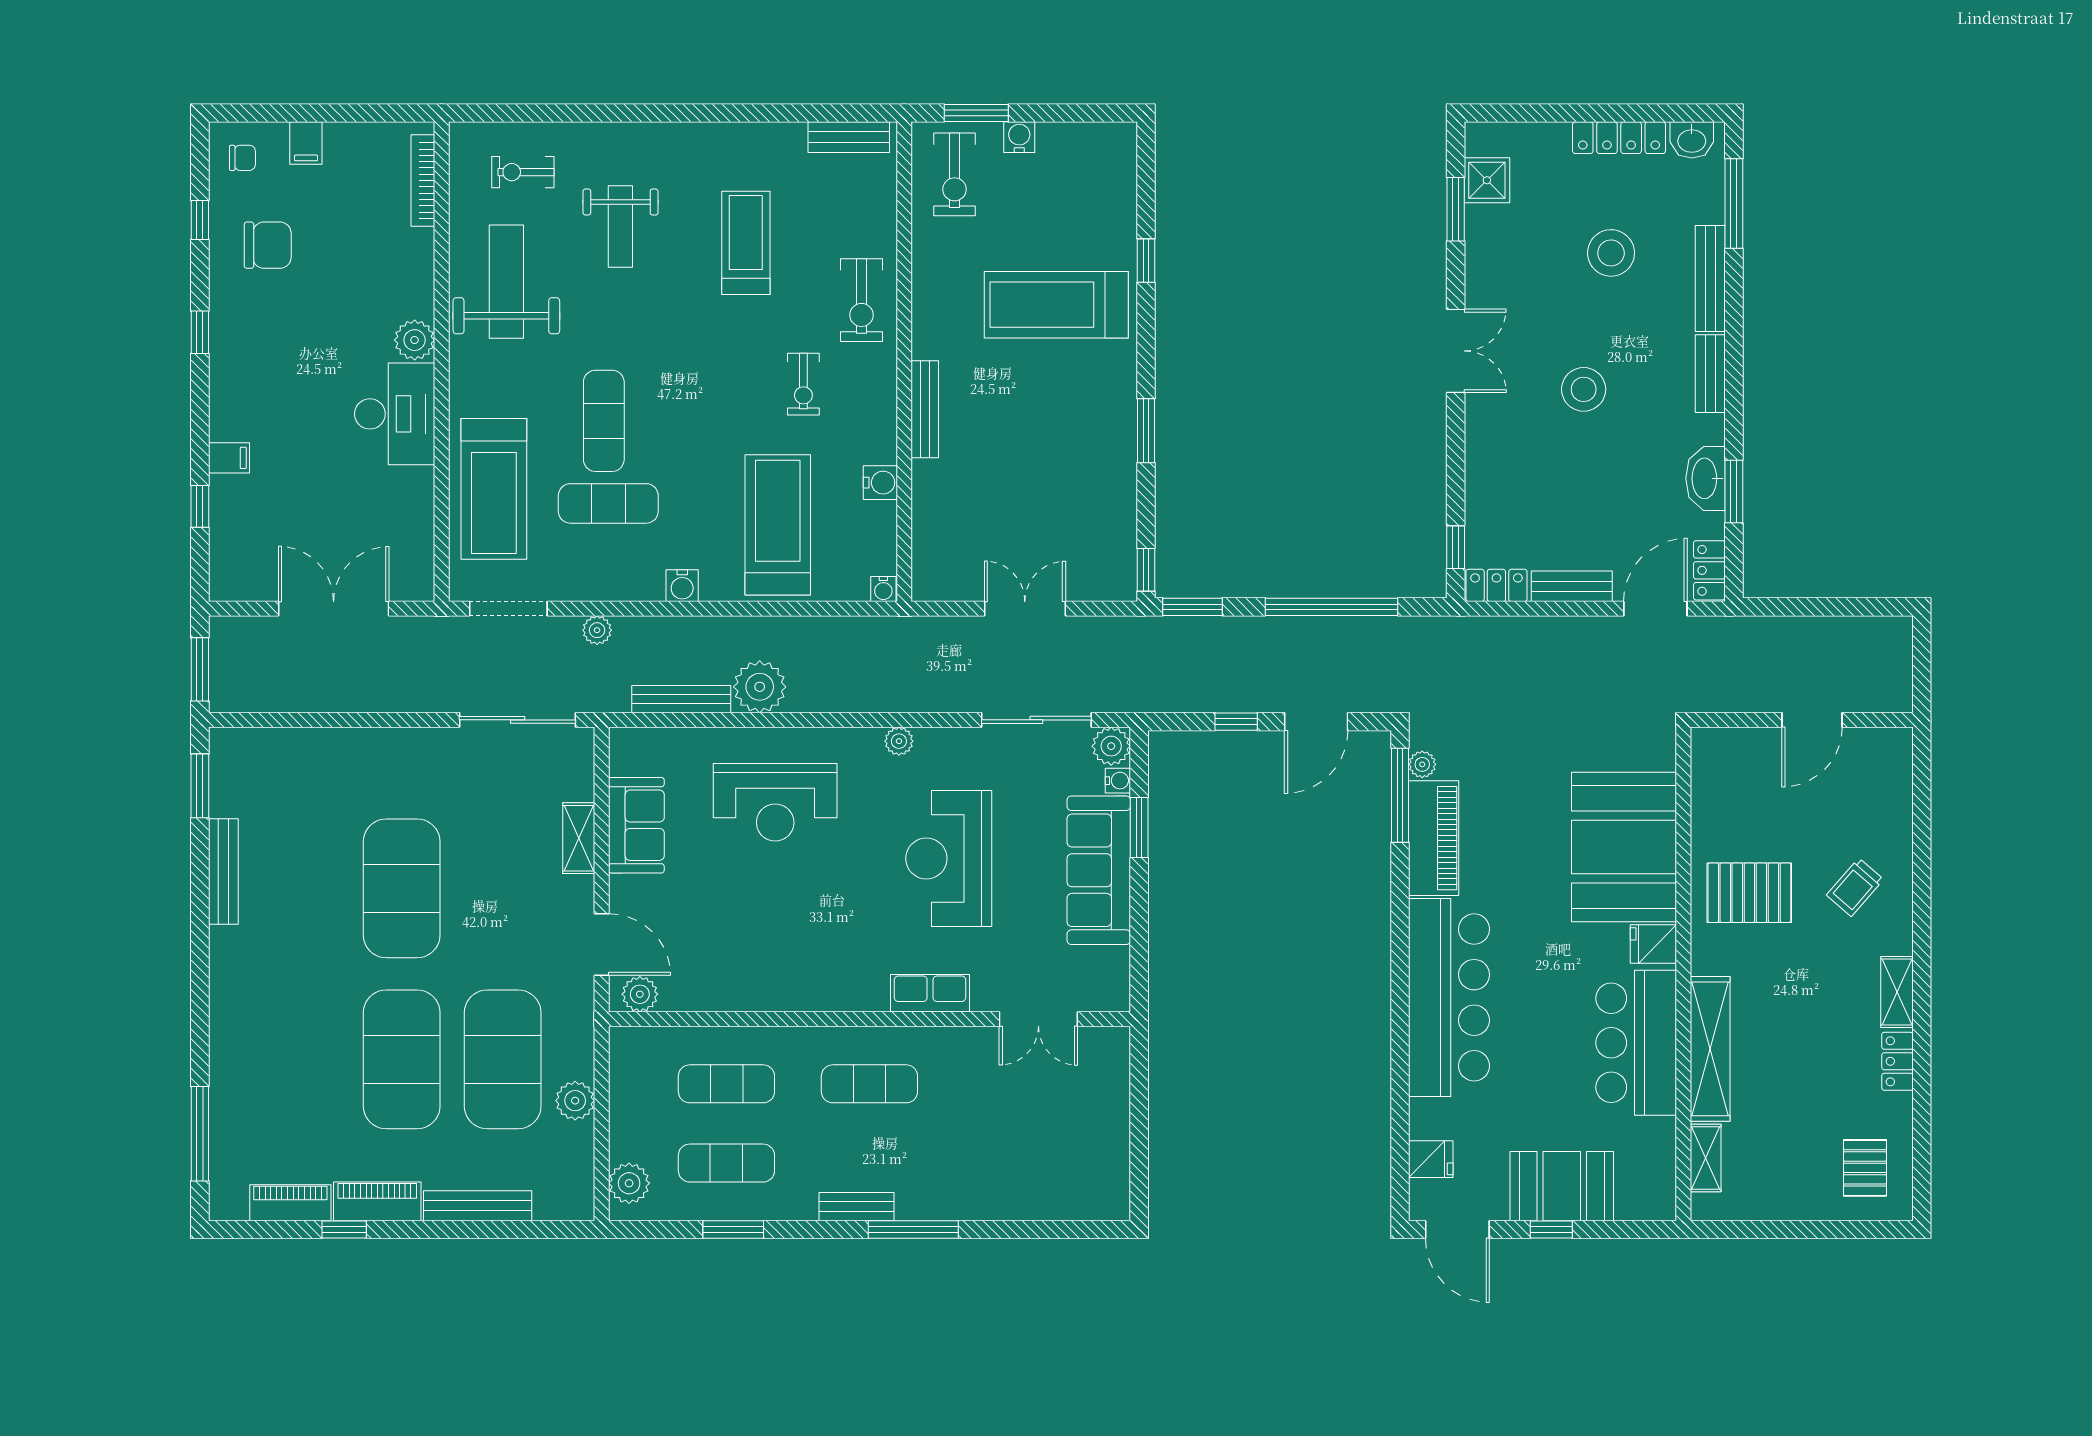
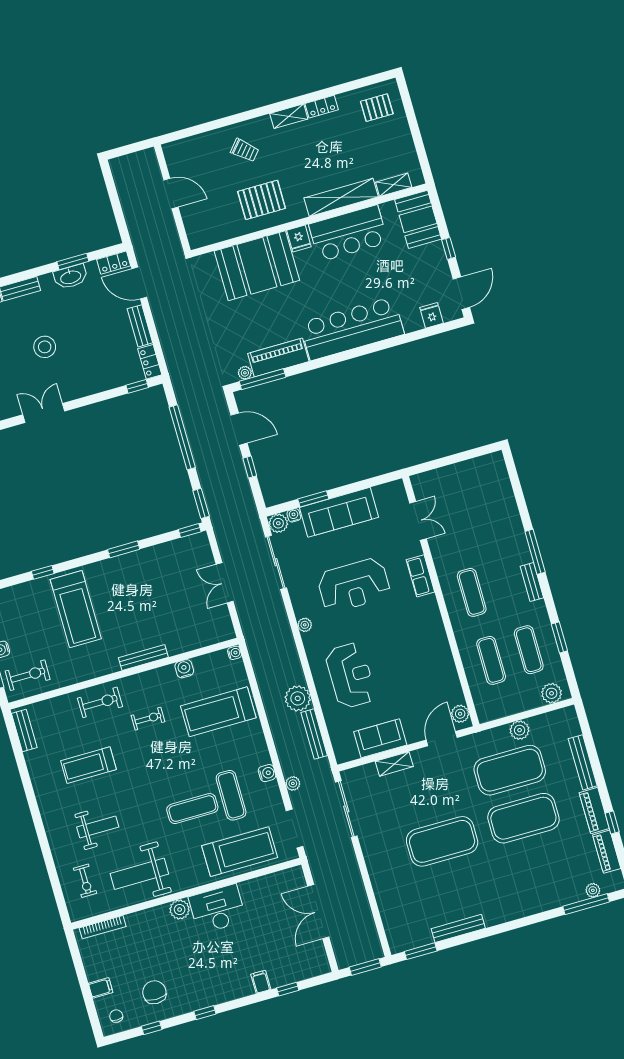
water cooler: (682, 586) -> (267, 773), moved
pallet: (1749, 893) -> (262, 200), turned 90
plant: (223, 1154) -> (593, 890), added
booth: (1562, 1186) -> (418, 219), moved

